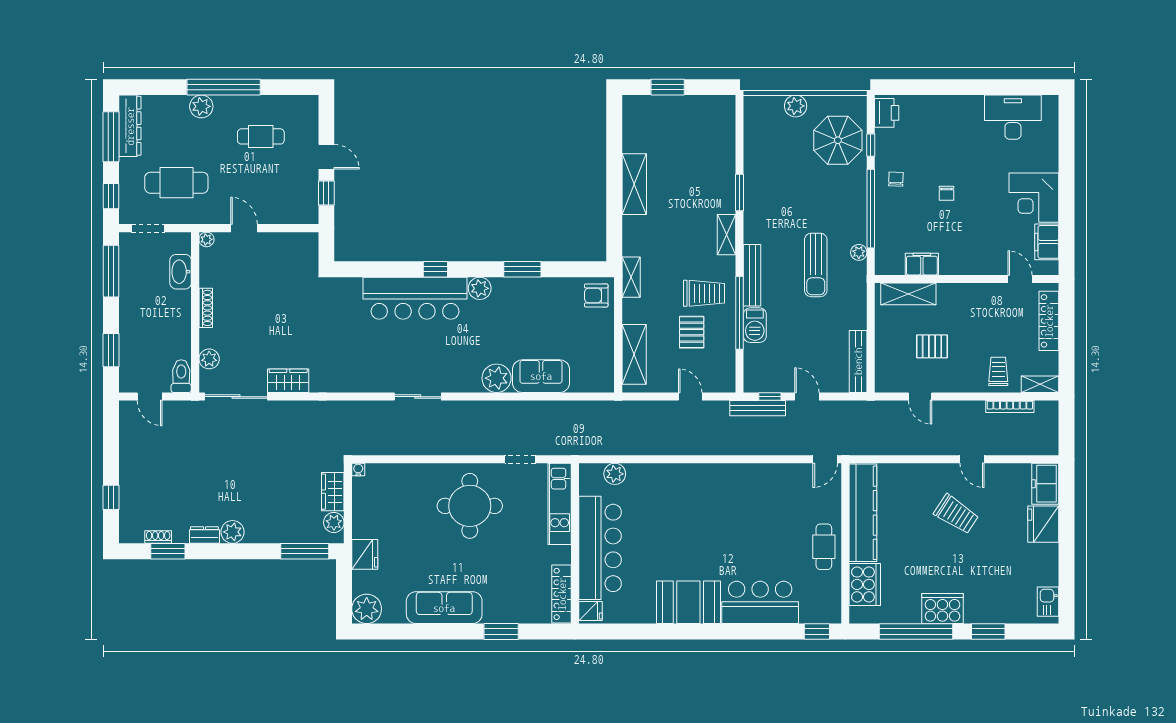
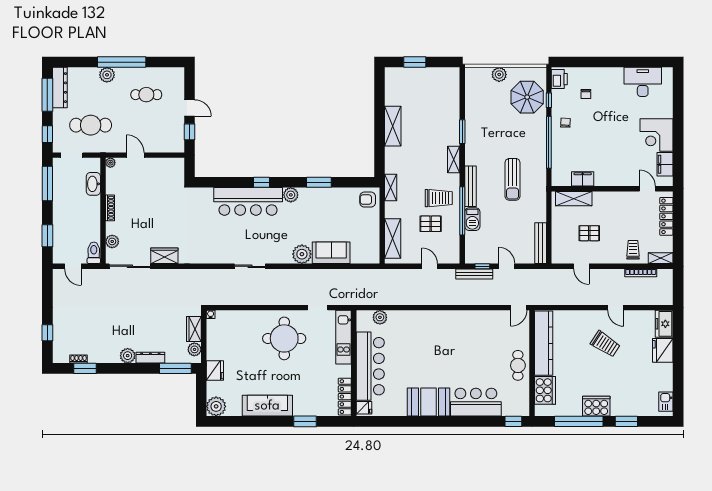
chair: (946, 193) -> (586, 94), moved
plant: (859, 252) -> (541, 171), removed
pallet: (692, 332) -> (431, 224), turned 90
dresser: (204, 535) -> (150, 358), moved, width x1.44

